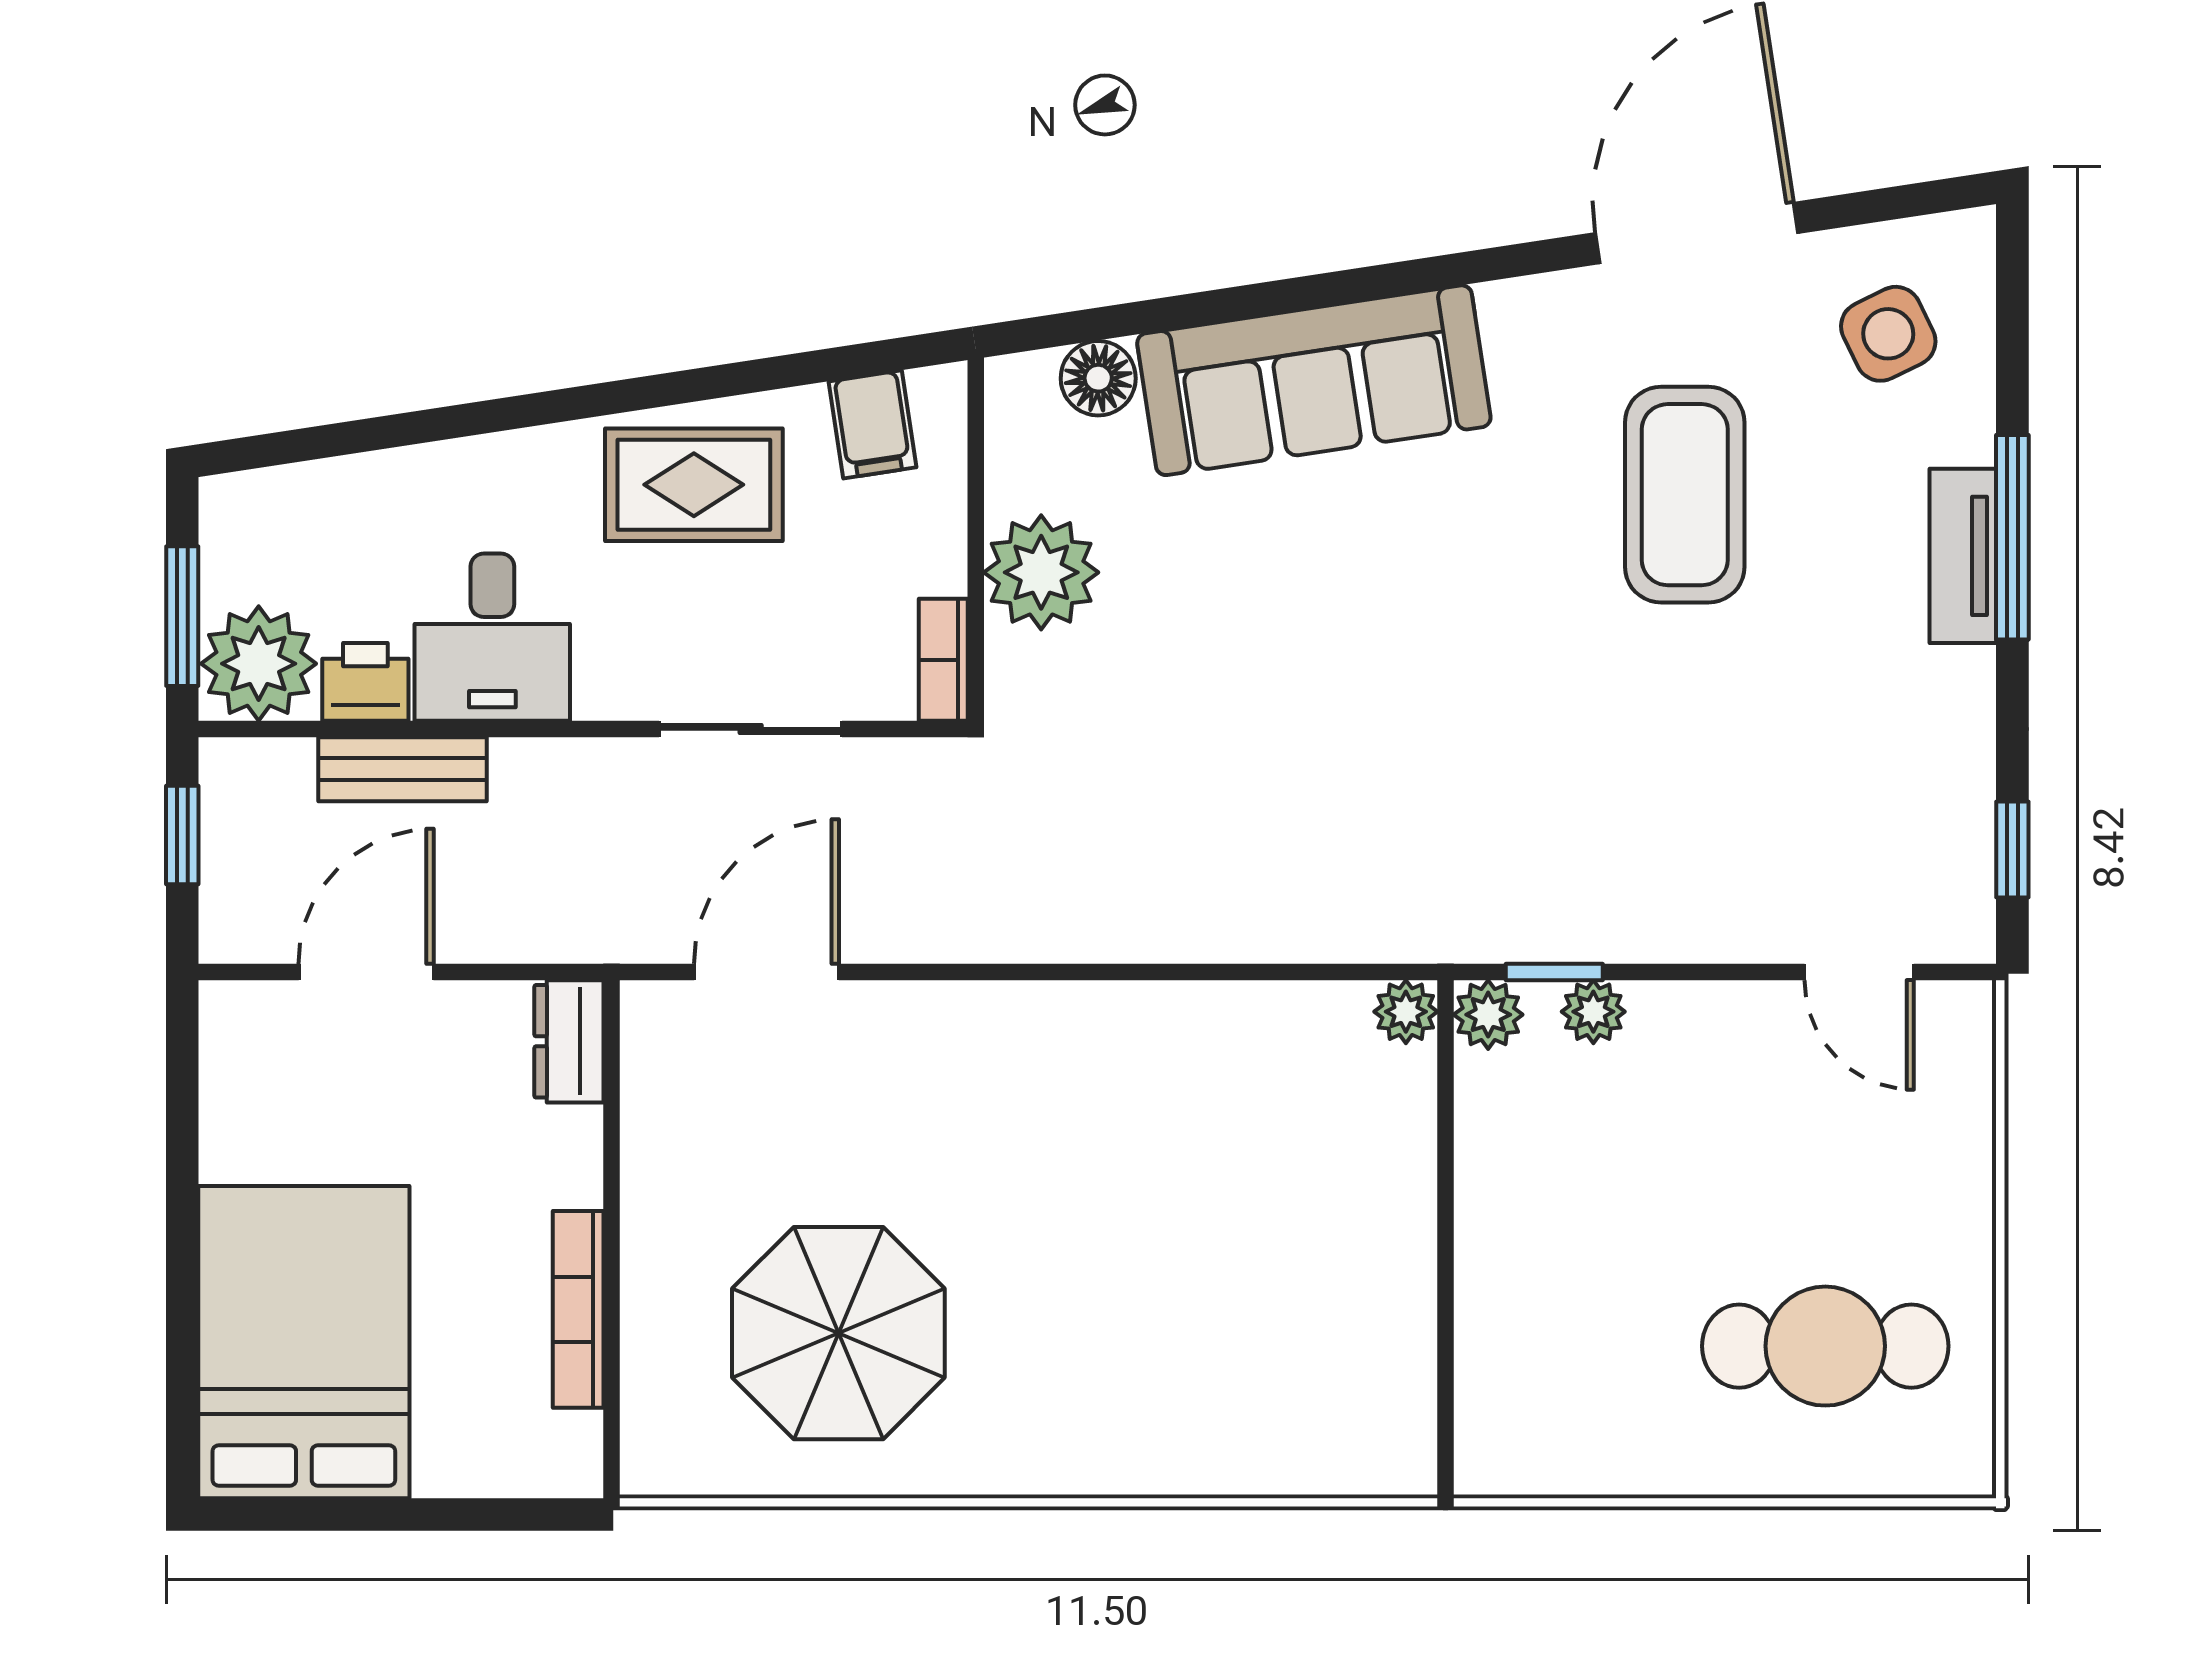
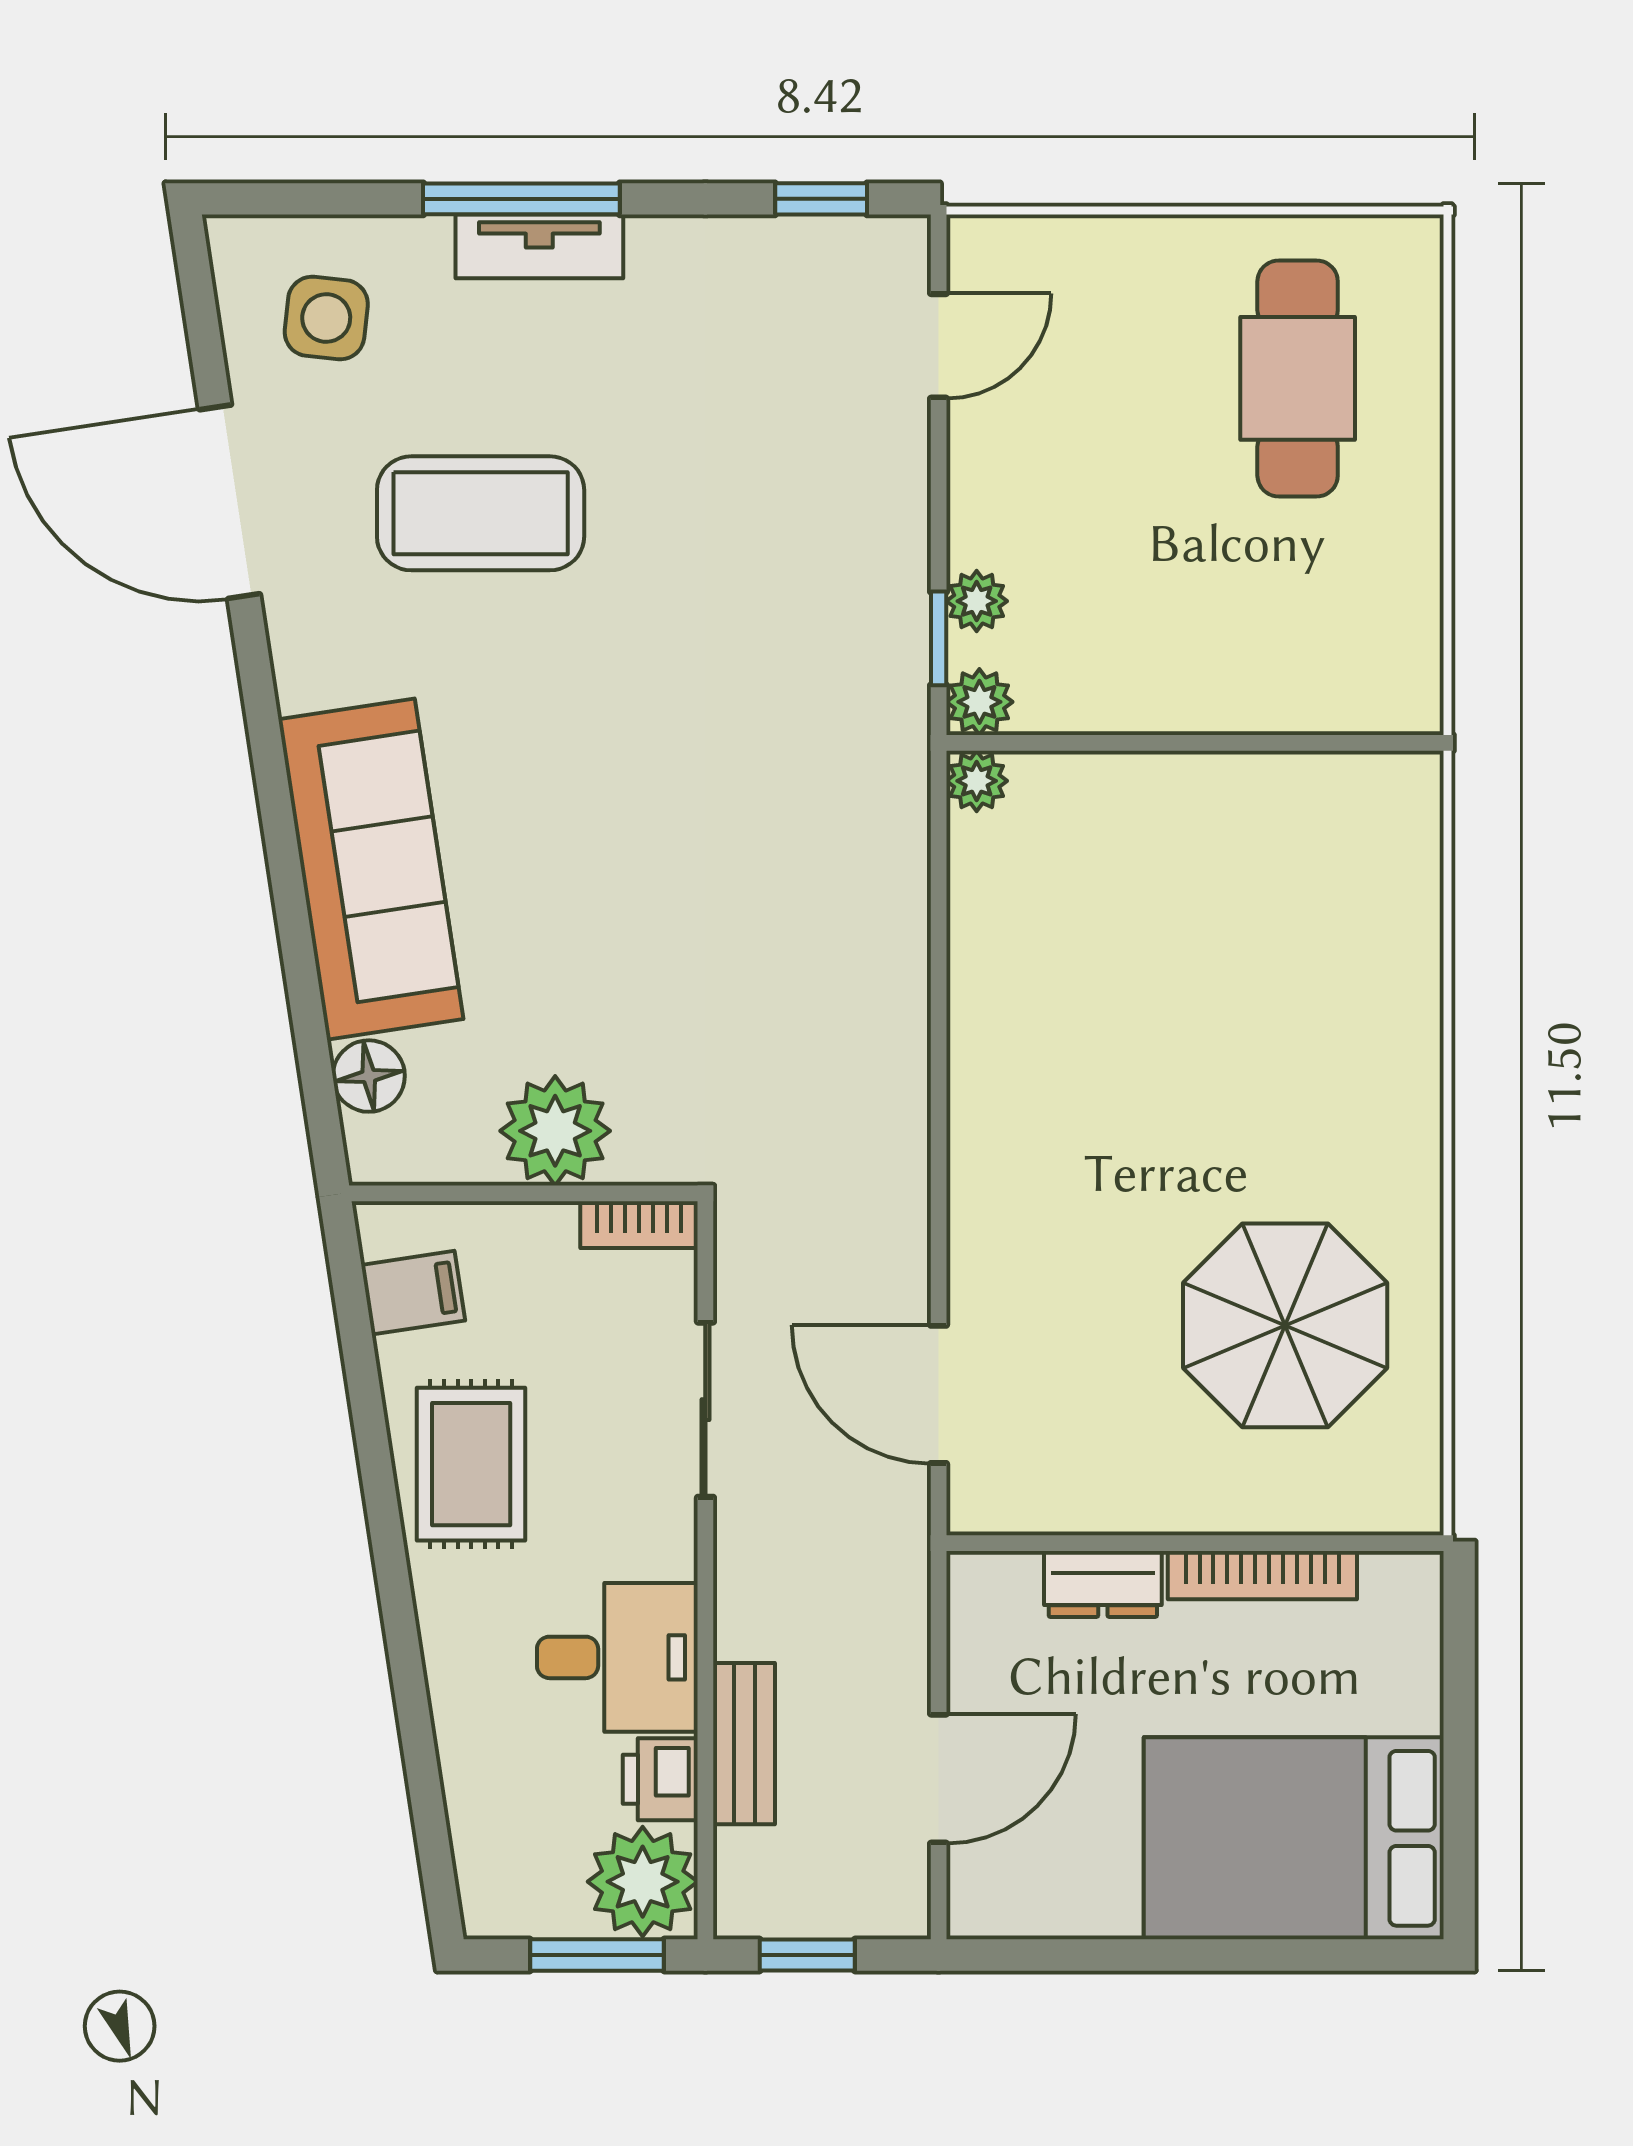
side table: (1888, 334) -> (326, 318), turned 32
door: (366, 972) -> (939, 1779), swing flipped
dresser: (569, 1041) -> (1103, 1584), moved

